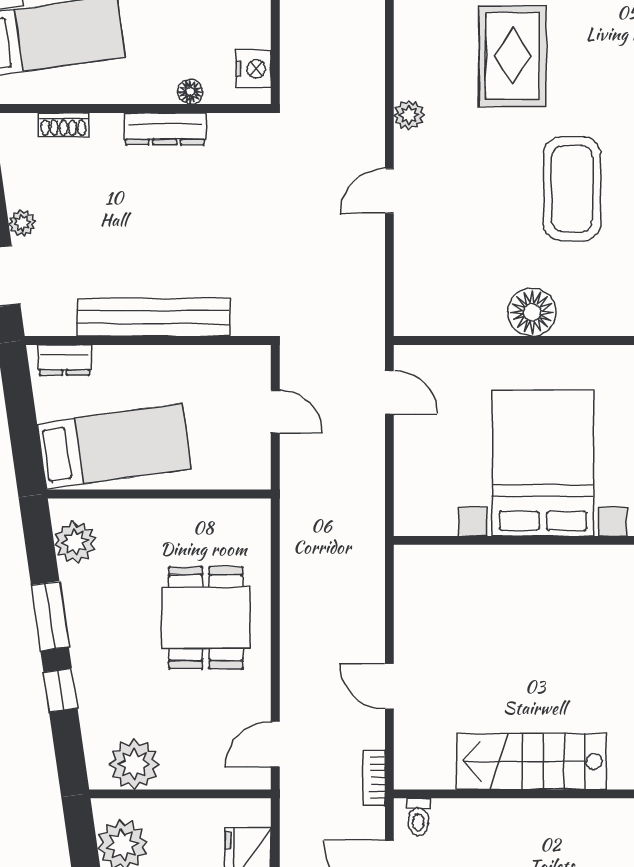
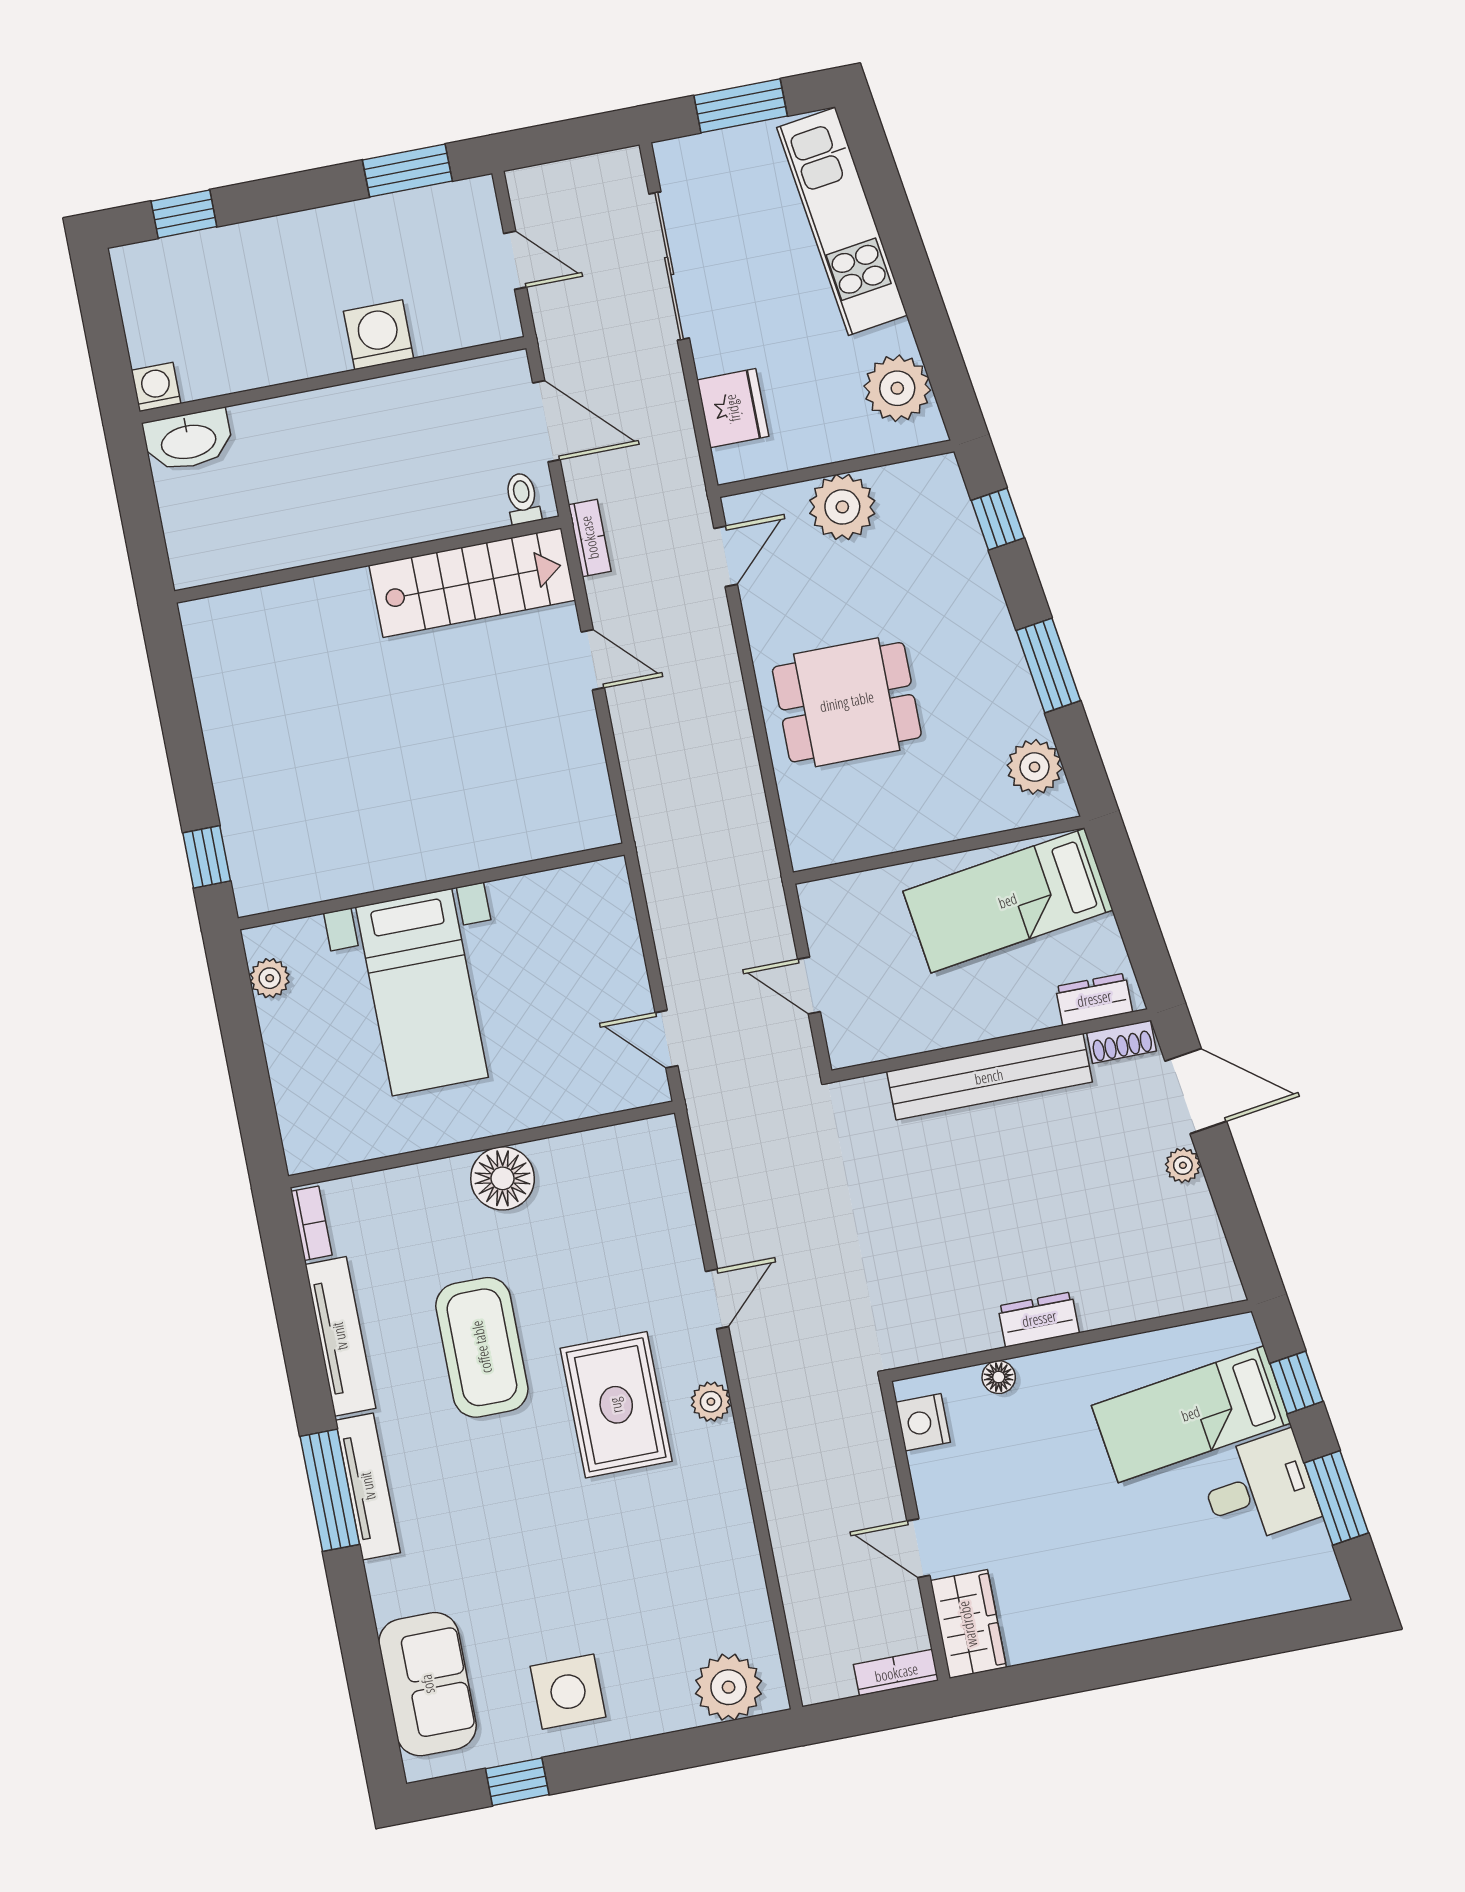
rug: (513, 56) -> (616, 1405), moved
shoe rack: (63, 125) -> (1121, 1042), moved, turned 180
dresser: (165, 129) -> (1039, 1319), width x0.70
bed with nightstands: (543, 463) -> (422, 992), width x0.73
dining table: (206, 618) -> (847, 702), turned 90
window: (61, 690) -> (998, 519), moved
stairs: (531, 761) -> (472, 583), moved
plant: (134, 764) -> (842, 507), moved

